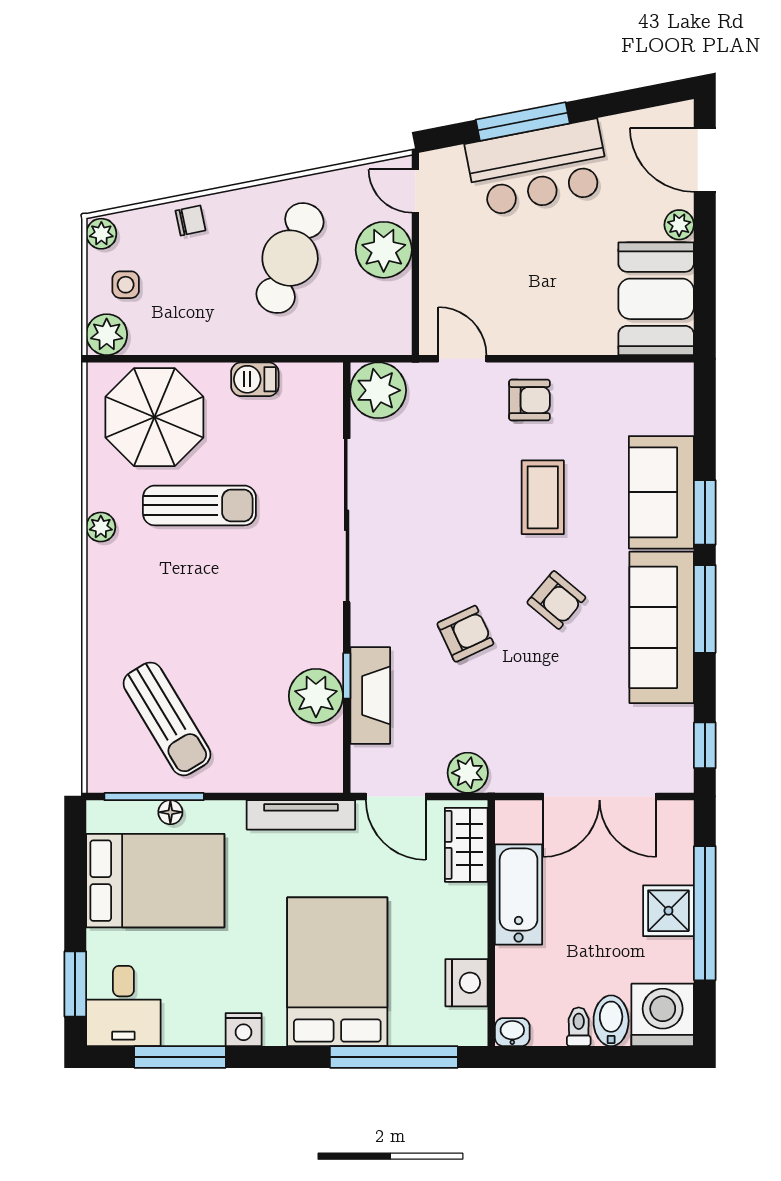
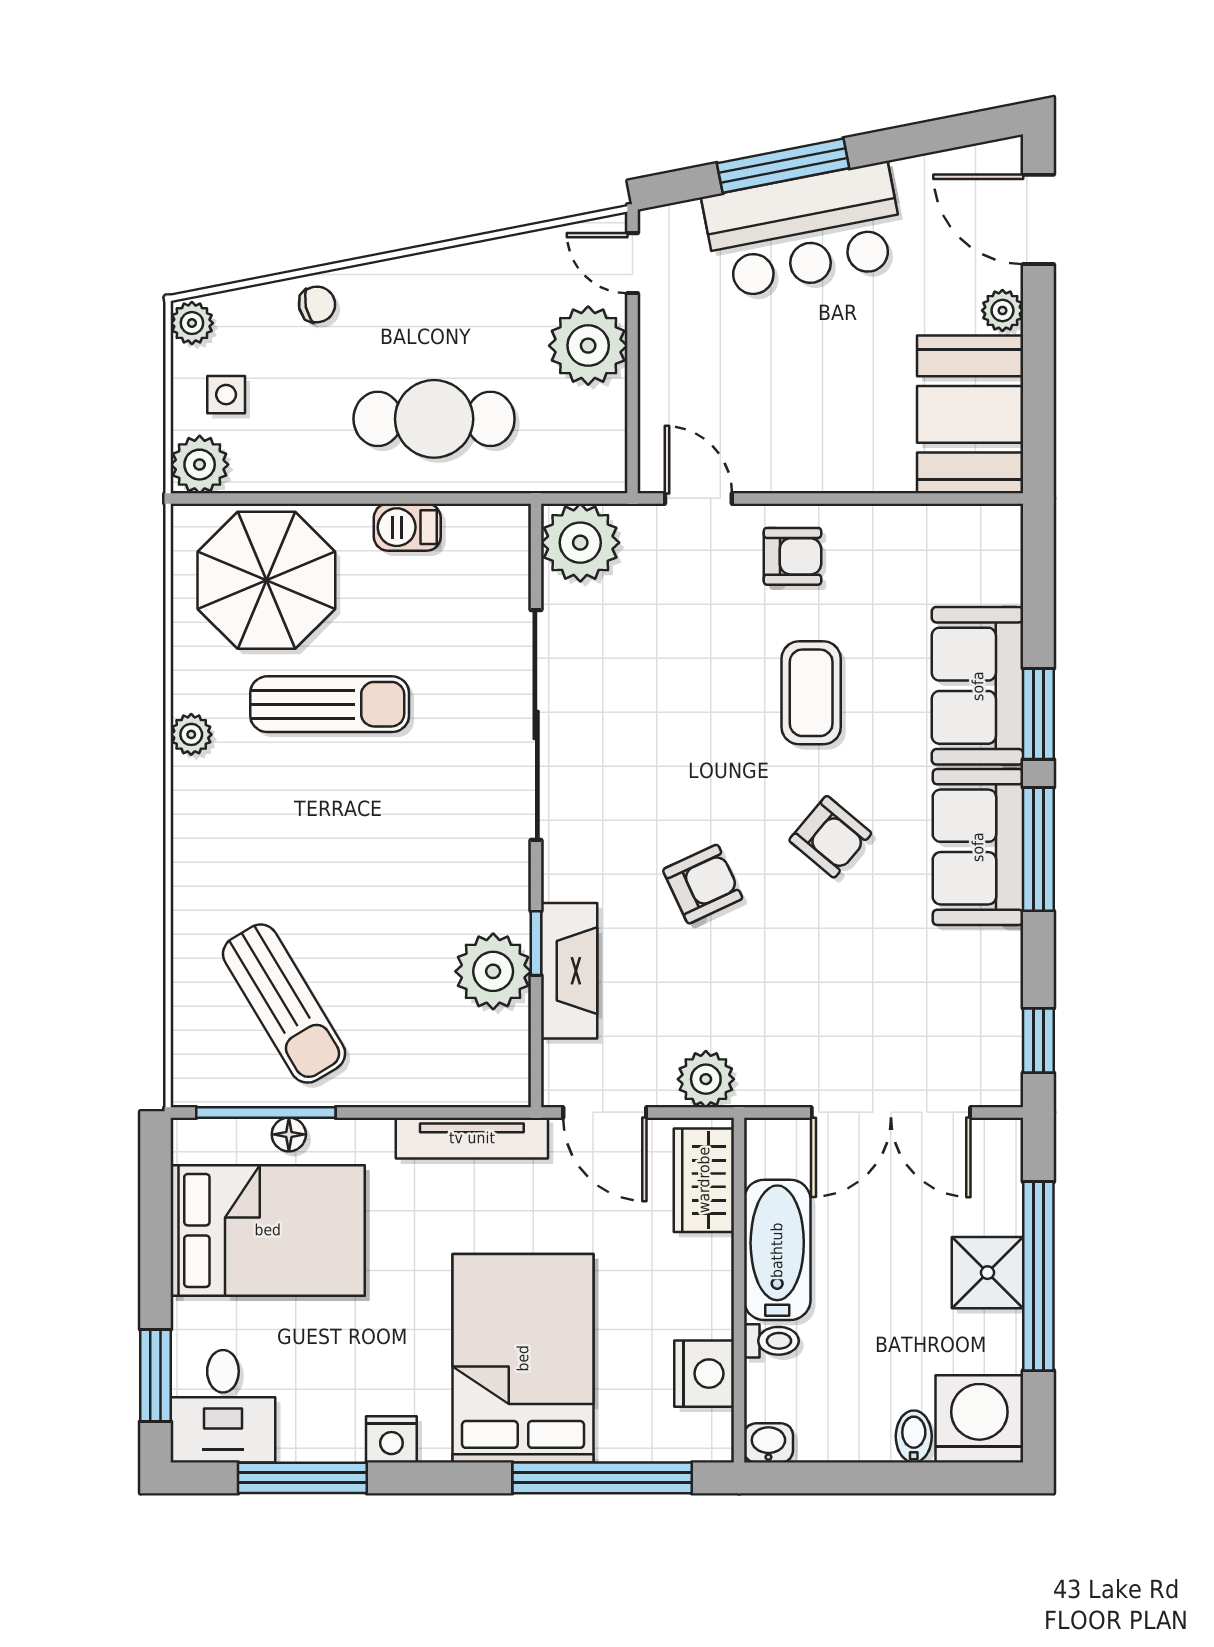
cafe table: (290, 258) -> (434, 419), moved, turned 69
sofa: (662, 627) -> (978, 847), width x0.73
bidet: (611, 1021) -> (914, 1436), width x0.72, depth x0.74
toilet: (579, 1027) -> (771, 1341), moved, turned 90

